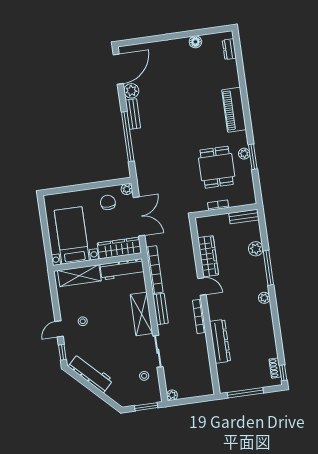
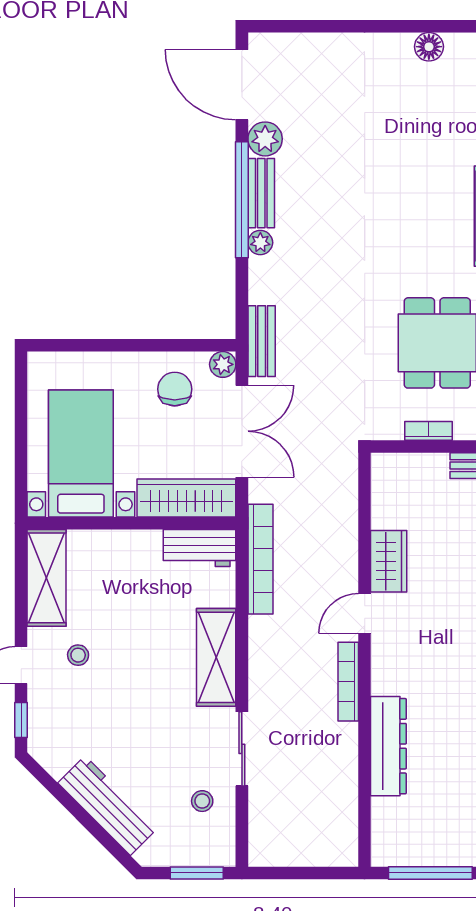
door: (118, 69) -> (242, 85), swing flipped
window: (128, 137) -> (242, 200), moved
wardrobe: (208, 256) -> (389, 561), width x0.67
workbench: (122, 269) -> (200, 548), width x0.73
shelving: (79, 276) -> (47, 578), moved, turned 90
door: (202, 286) -> (365, 613), swing flipped
bench: (160, 309) -> (262, 341), moved
workbench: (91, 373) -> (108, 806), moved
plant: (172, 395) -> (260, 243), moved

